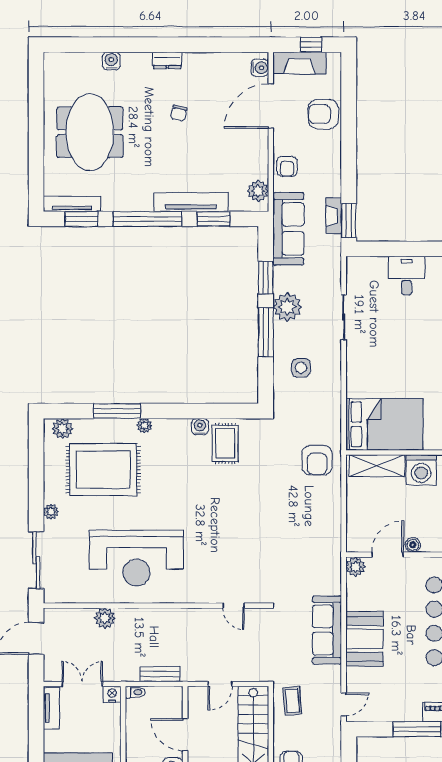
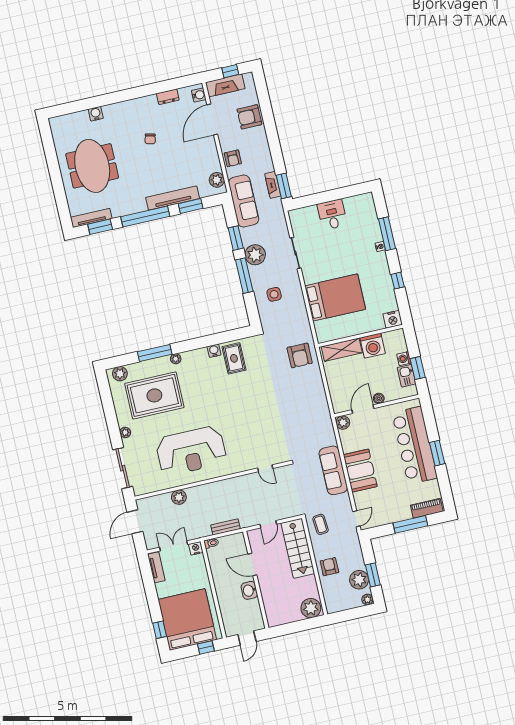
dresser: (167, 60) -> (168, 97), moved
bed: (384, 424) -> (335, 298), moved

